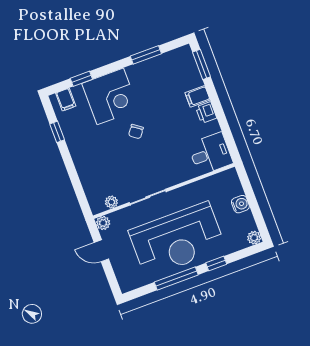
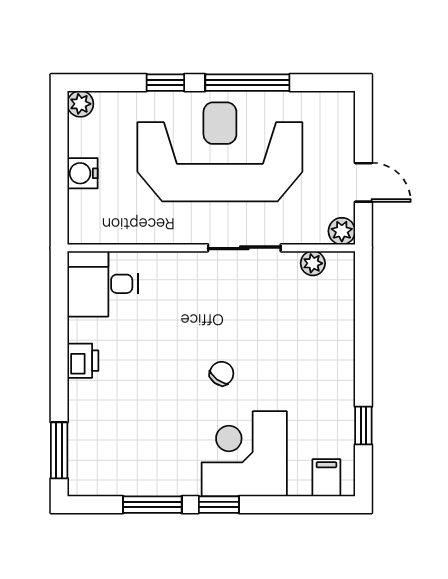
window: (81, 79) -> (219, 505), moved
filing cabinet: (198, 96) -> (87, 396), removed

